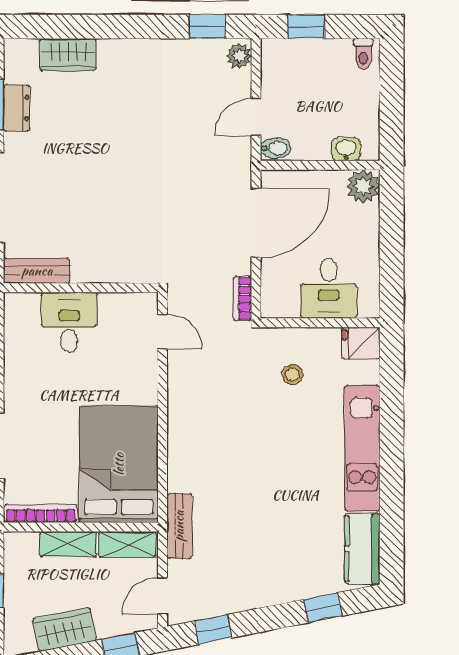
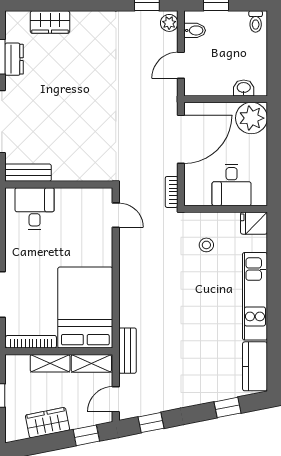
bidet: (276, 148) -> (195, 30), moved
plant: (363, 186) -> (251, 118), width x1.36, depth x1.36
desk: (69, 322) -> (35, 209), moved

